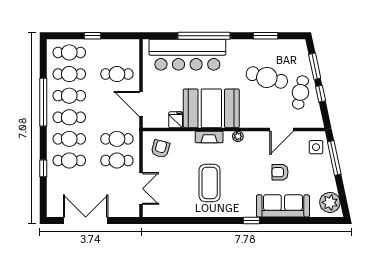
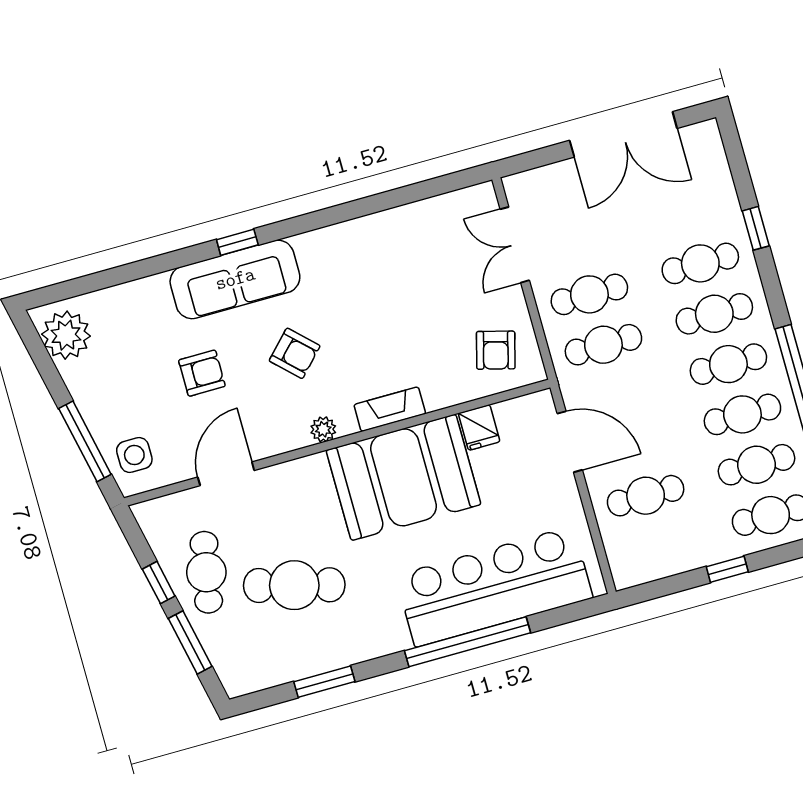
armchair: (241, 170) -> (295, 353), added
coffee table: (210, 183) -> (359, 302), removed
sofa: (283, 206) -> (235, 279), moved

